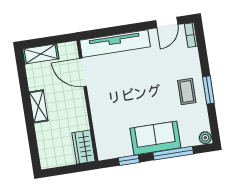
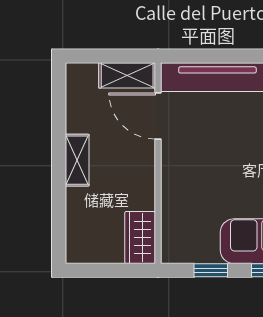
shelving: (41, 54) -> (127, 75), moved

